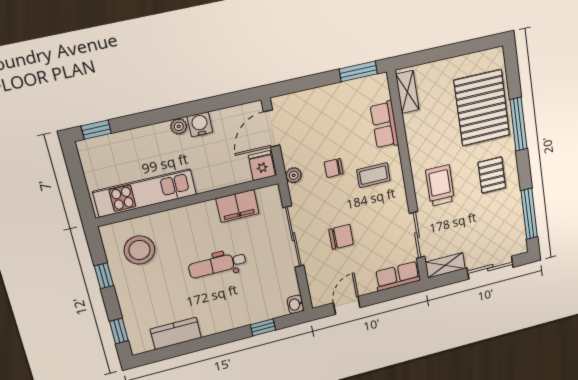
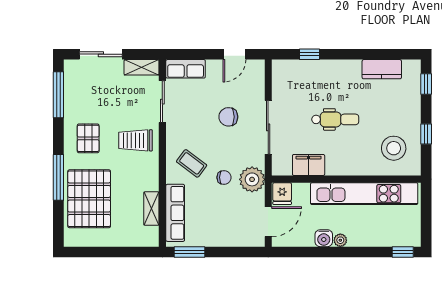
shelving: (407, 92) -> (151, 209), moved
row of seats: (384, 125) -> (175, 213), width x1.48
plant: (294, 175) -> (252, 179), width x1.88, depth x1.88
coffee table: (373, 175) -> (192, 163), turned 37
trolley: (440, 186) -> (136, 140), turned 90
kitchen unit: (145, 193) -> (364, 194), width x1.36
washbasin: (295, 304) -> (278, 67), removed

